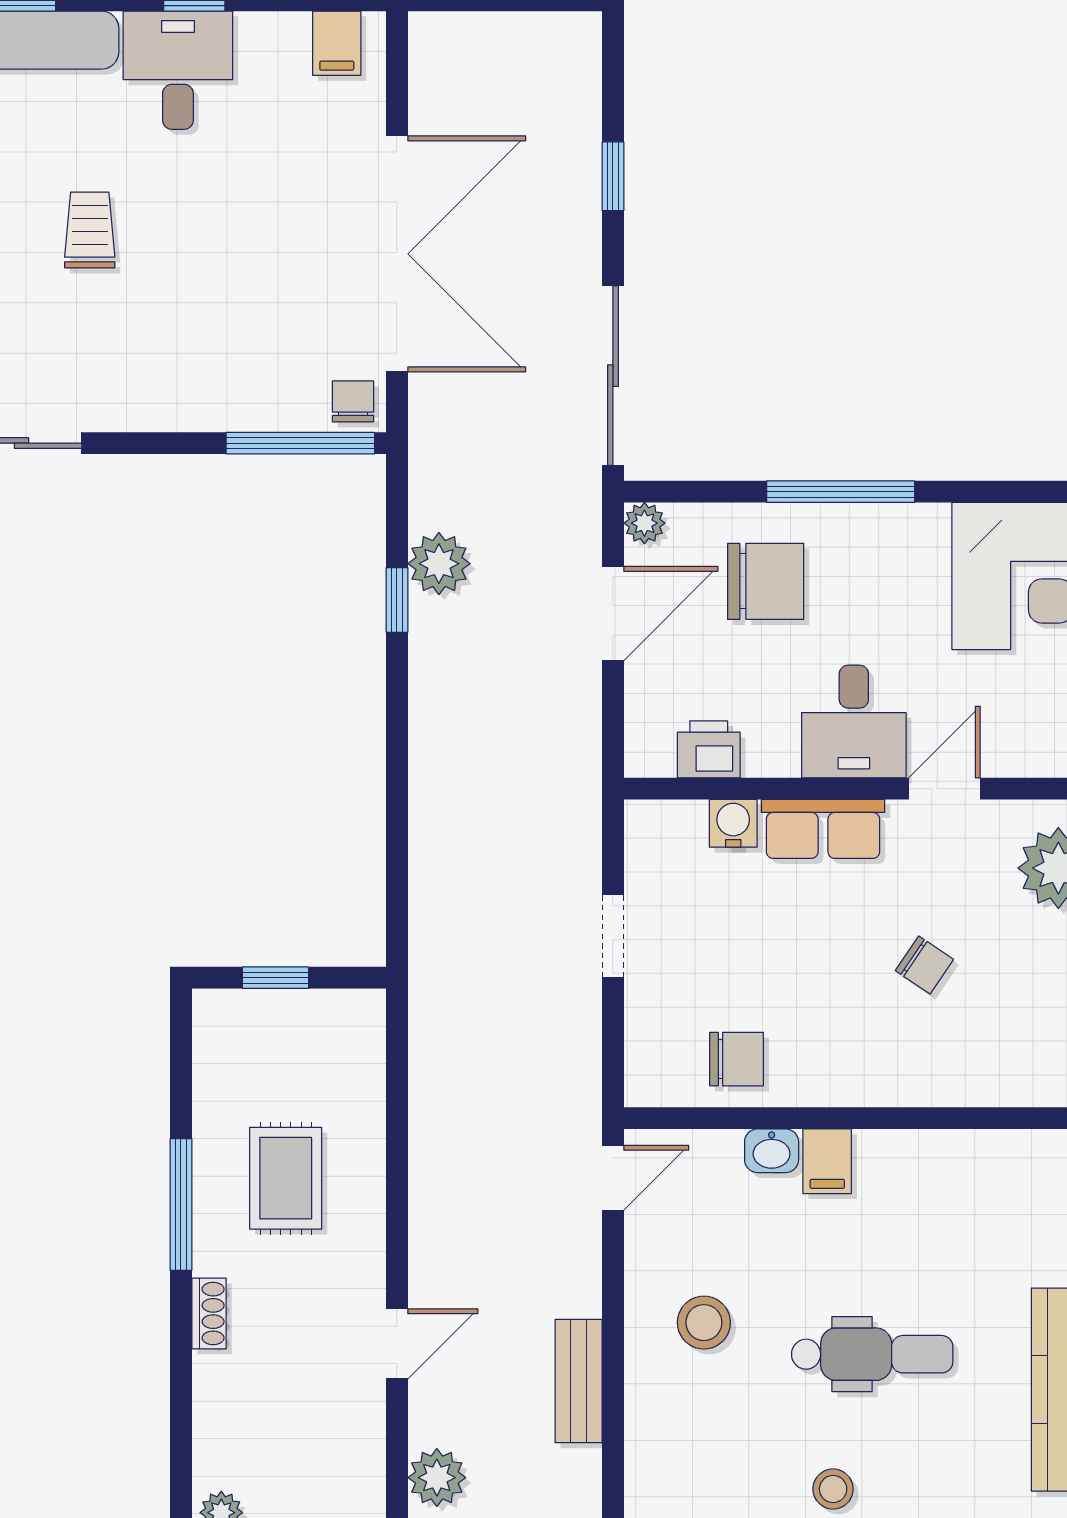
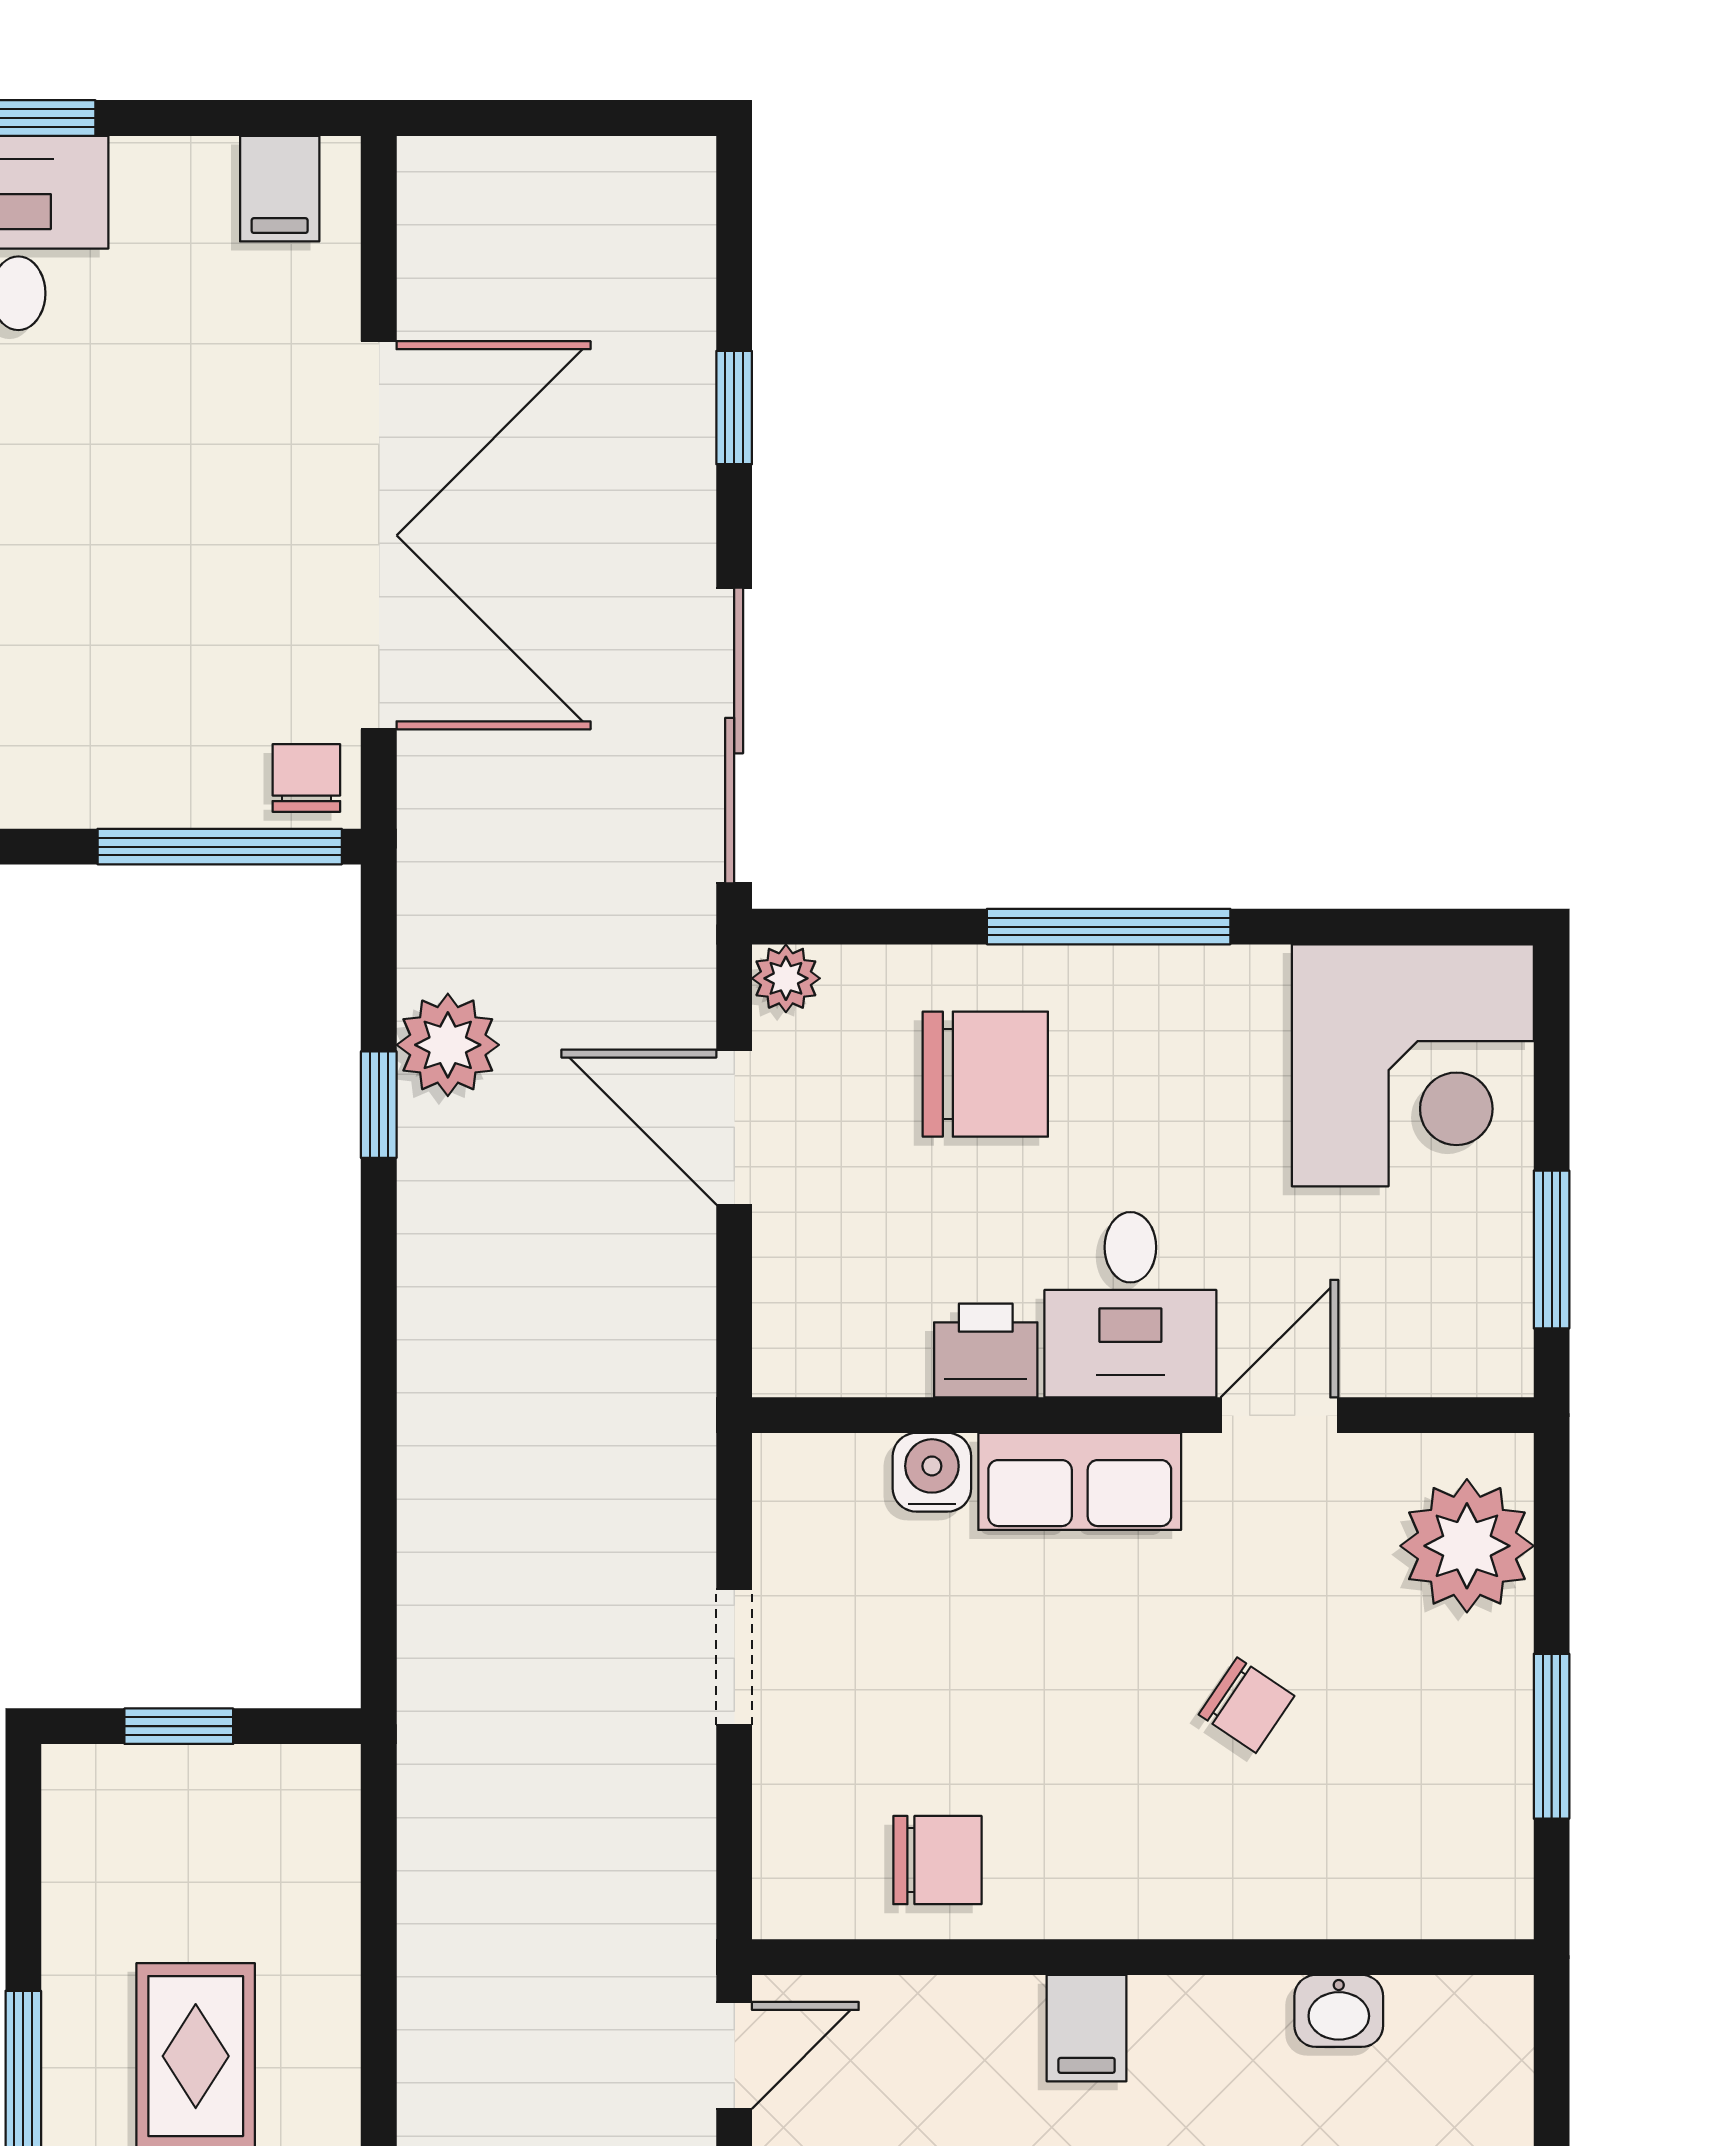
door: (613, 614) -> (734, 1127), swing flipped
printer: (709, 749) -> (986, 1350), moved
washbasin: (772, 1151) -> (1339, 2011), moved

